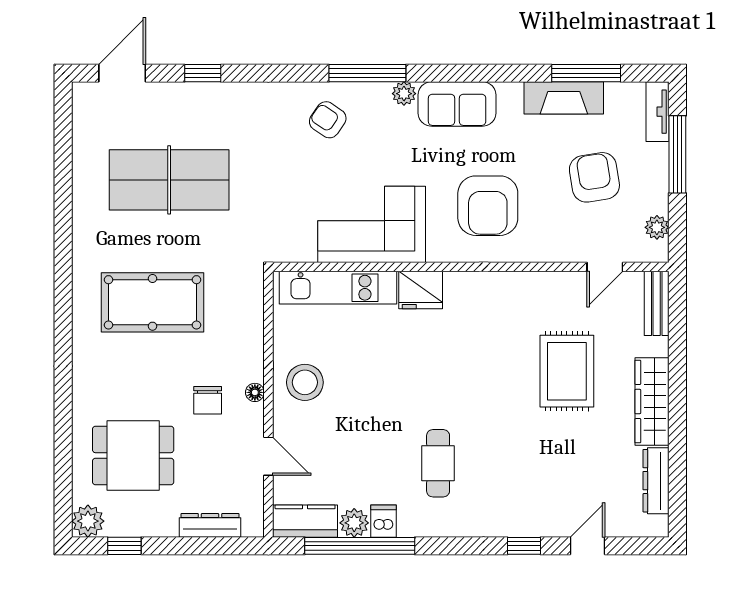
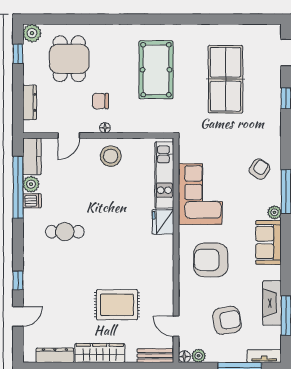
floor lamp: (658, 252) -> (184, 357), added
door: (588, 546) -> (18, 316), hinge flipped

